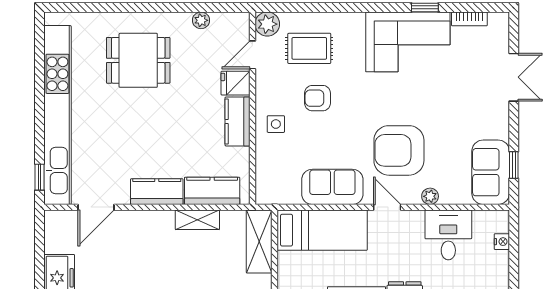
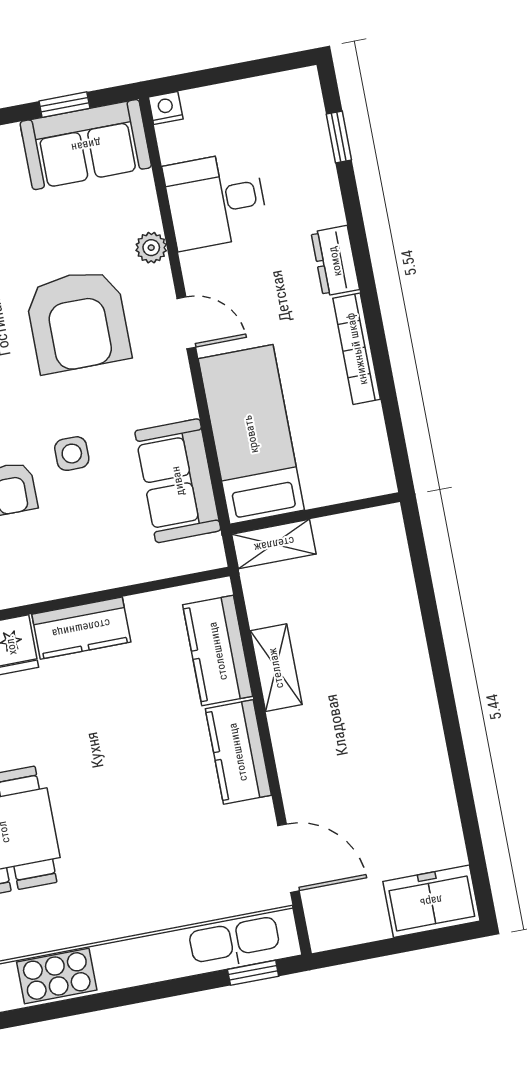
side table: (276, 124) -> (72, 454), moved
sofa: (332, 187) -> (178, 481), moved
door: (387, 207) -> (186, 323), swing flipped
shelving: (259, 241) -> (274, 544), width x0.67, depth x0.75
nightstand: (502, 242) -> (166, 108), moved

